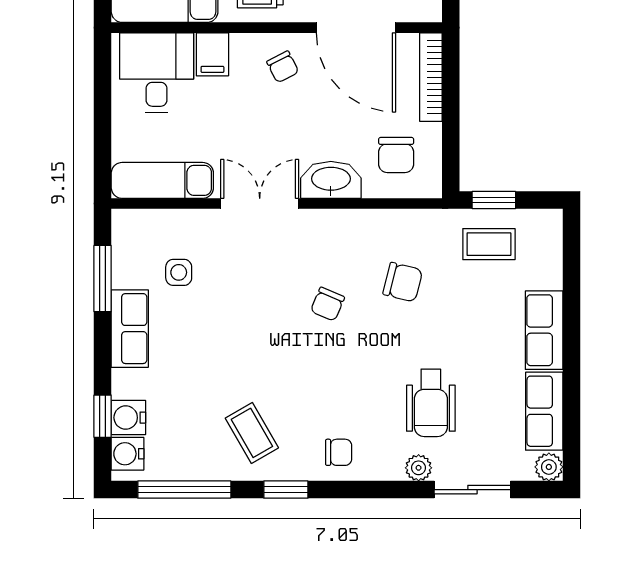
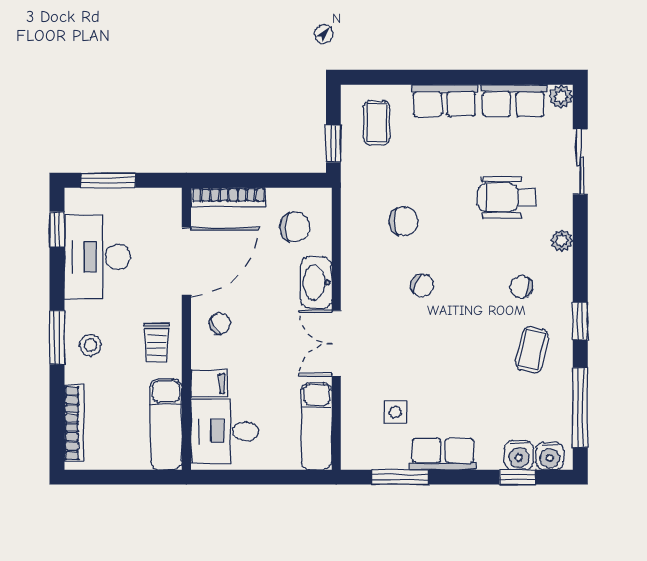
coffee table: (489, 244) -> (377, 123), moved
chair: (403, 282) -> (403, 221), turned 76
wheelchair: (431, 403) -> (506, 197), turned 180
coffee table: (252, 433) -> (532, 350), turned -47
chair: (339, 452) -> (521, 287), moved, turned -79
plant: (419, 468) -> (562, 241), moved

